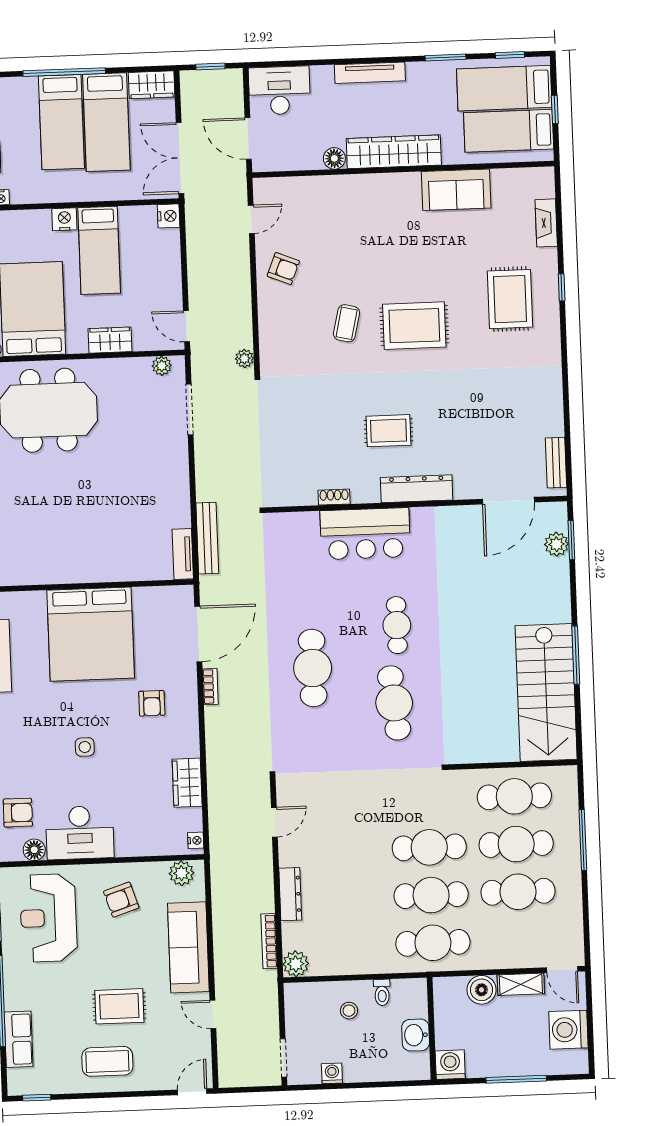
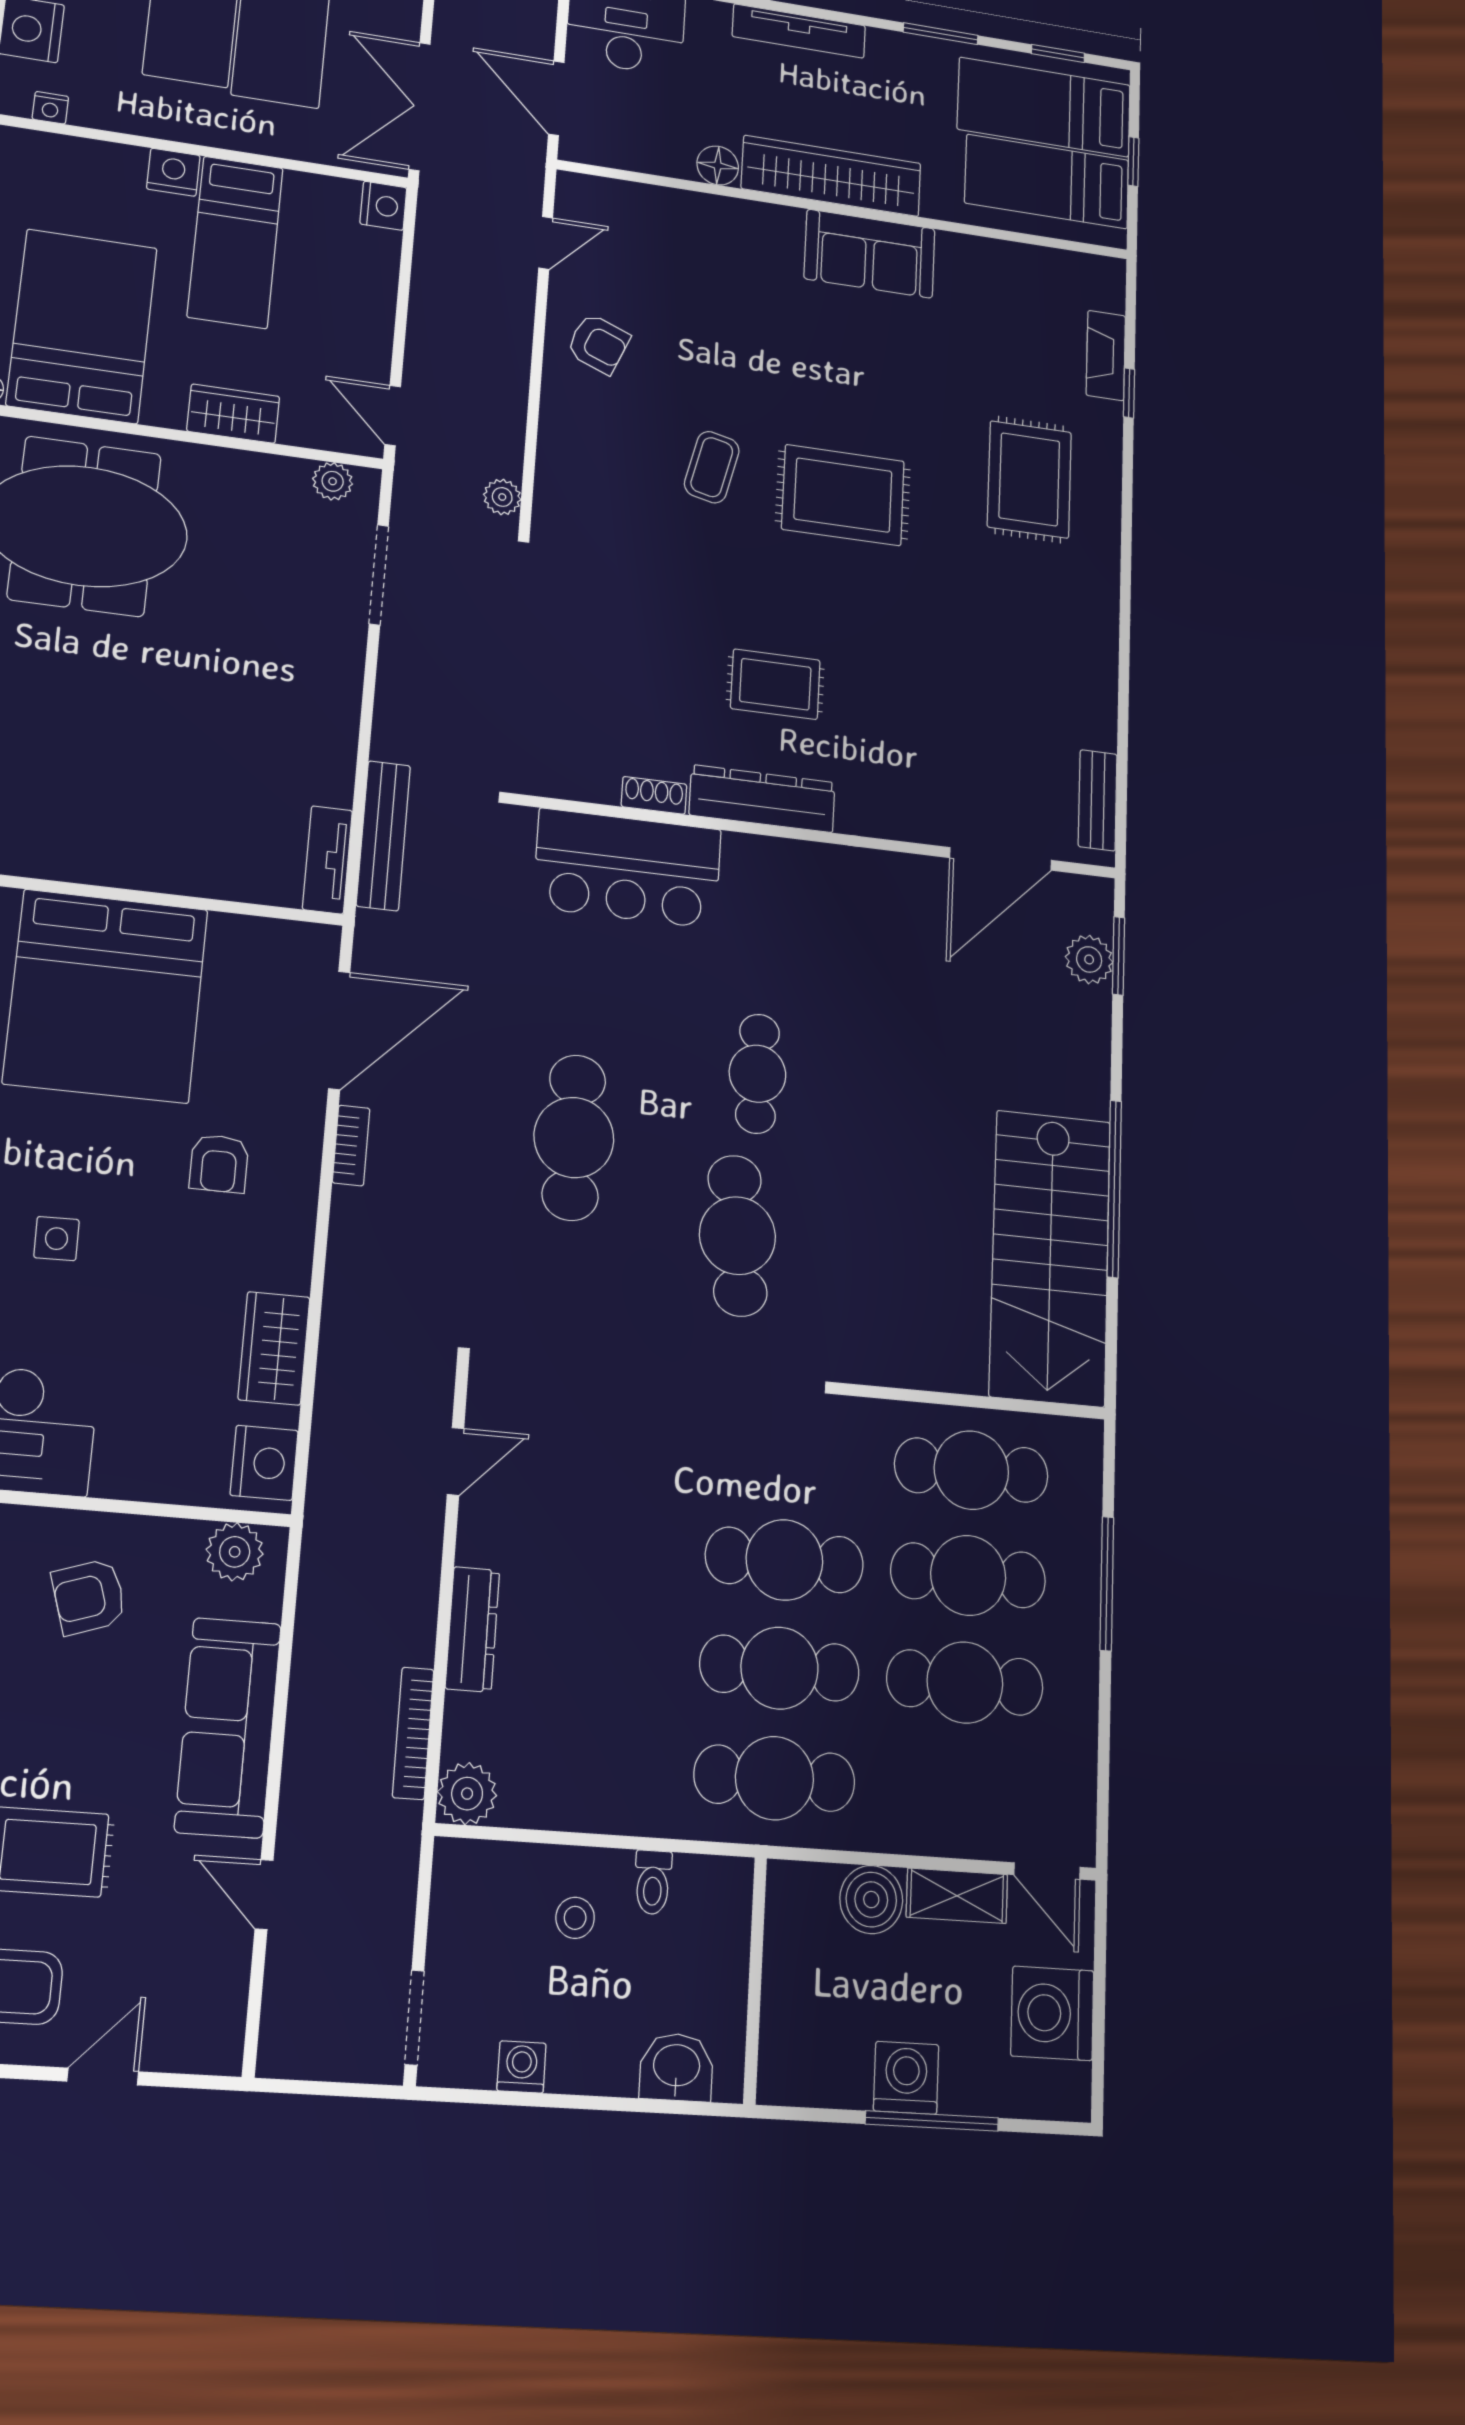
sofa: (456, 190) -> (870, 254), moved
window: (562, 287) -> (1129, 393), moved
dresser: (417, 489) -> (762, 799), moved
bar counter: (365, 534) -> (628, 868), moved
window: (576, 655) -> (1114, 1189), width x1.46
nightstand: (196, 840) -> (264, 1463), width x1.89, depth x1.79
washbasin: (416, 1035) -> (676, 2067), moved, turned 90
washing machine: (450, 1065) -> (906, 2078), moved
door: (192, 1092) -> (103, 2077), moved

